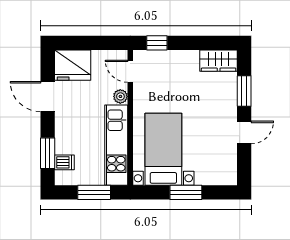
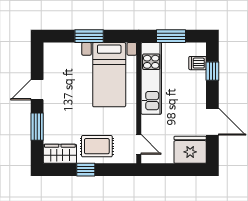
window: (157, 43) -> (86, 170), moved
rug: (177, 69) -> (97, 146), added
plant: (120, 96) -> (147, 122), removed
window: (48, 153) -> (212, 71), width x0.67

